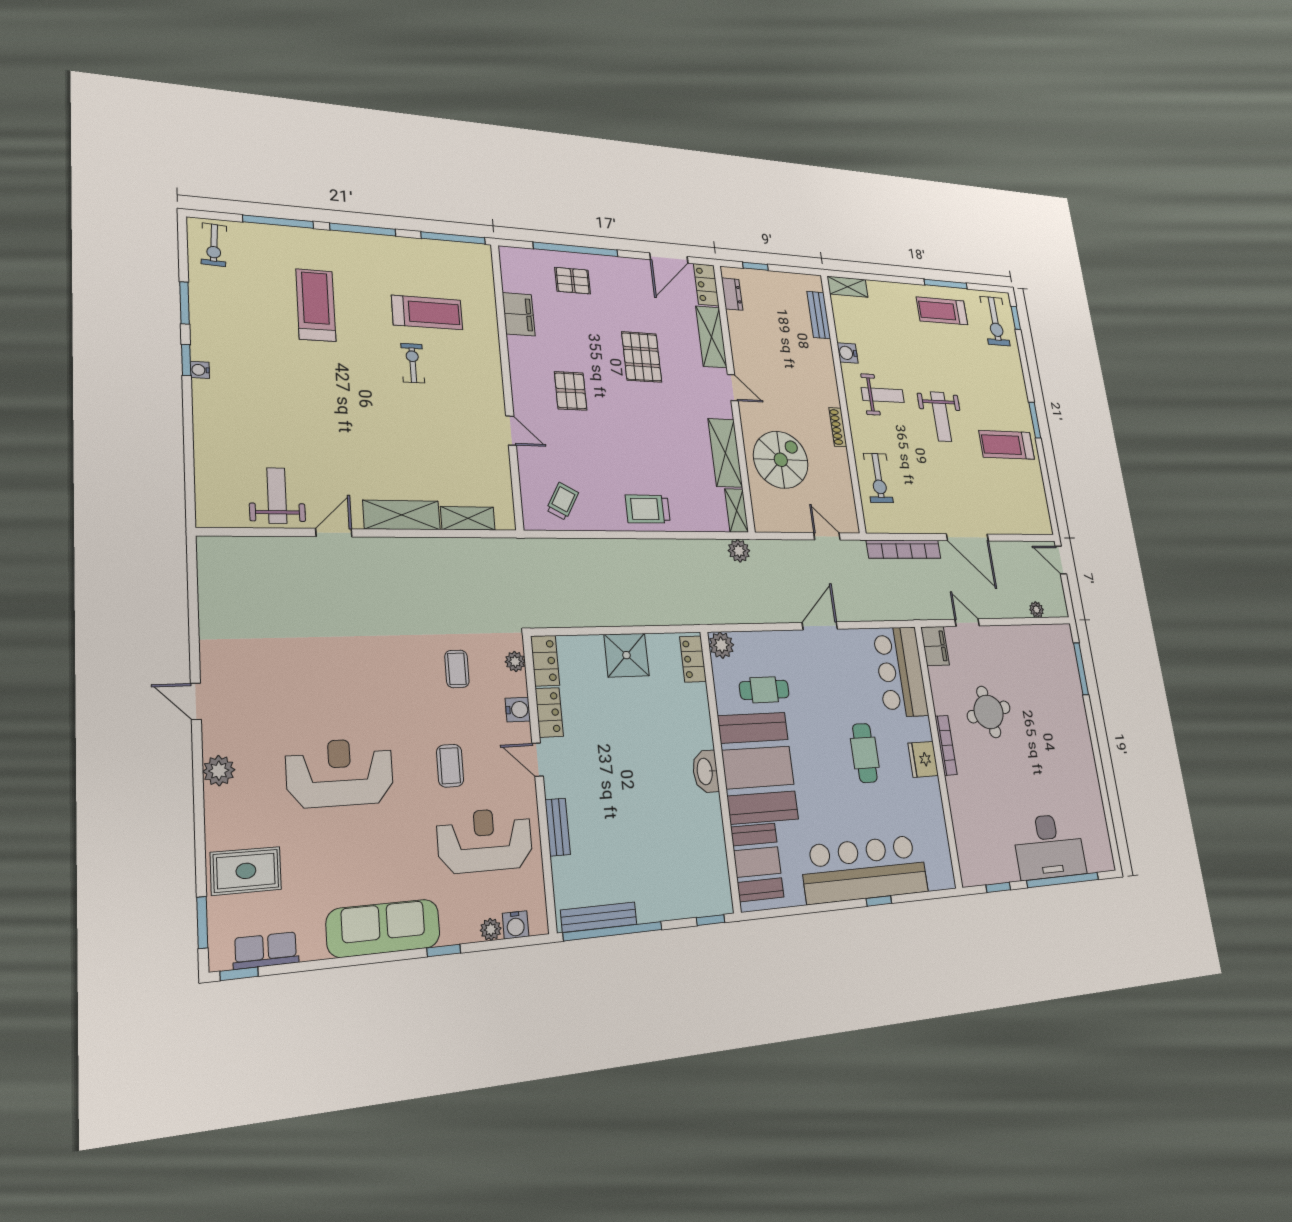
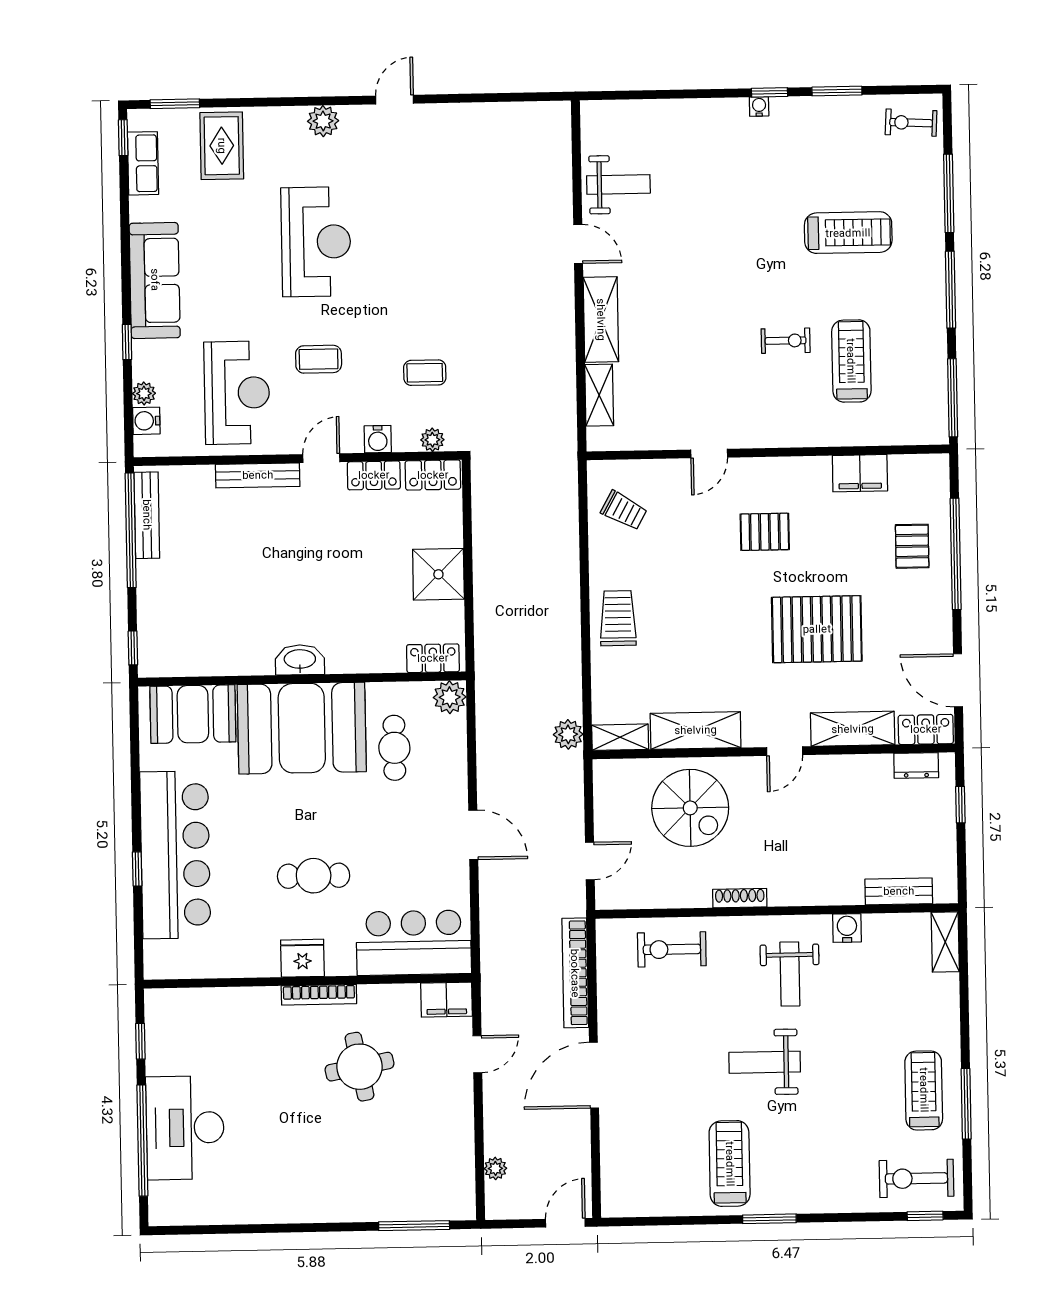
treadmill: (427, 312) -> (851, 361), turned 180
pallet: (642, 357) -> (817, 629), width x1.37, depth x1.41
bench: (558, 827) -> (258, 475), width x1.36

